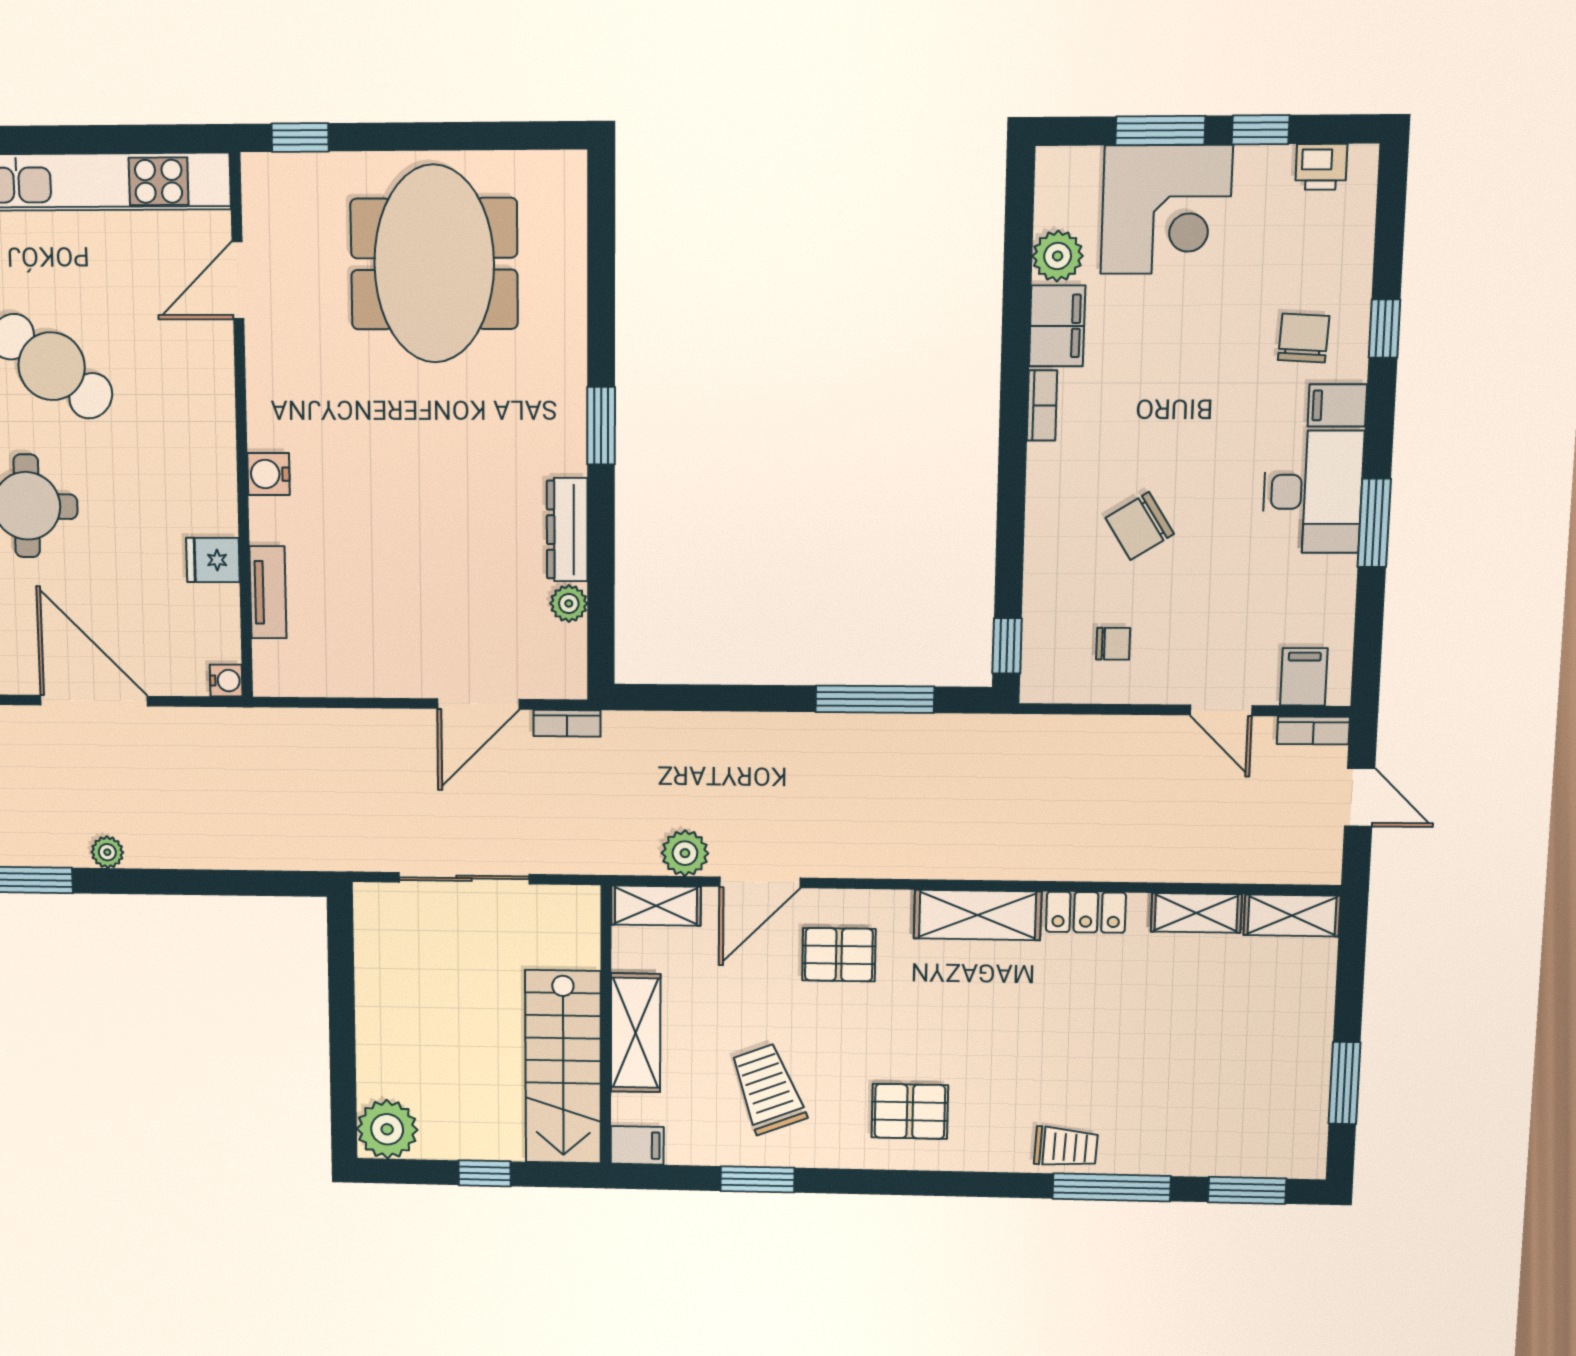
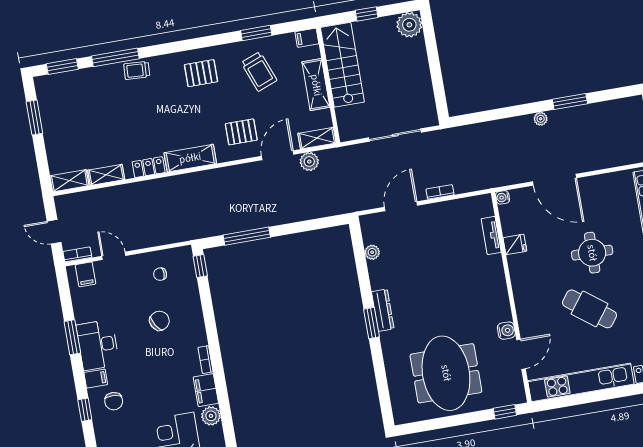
water cooler: (268, 474) -> (506, 331), moved
dresser: (567, 530) -> (383, 310), moved
bookcase: (567, 723) -> (440, 192), moved

